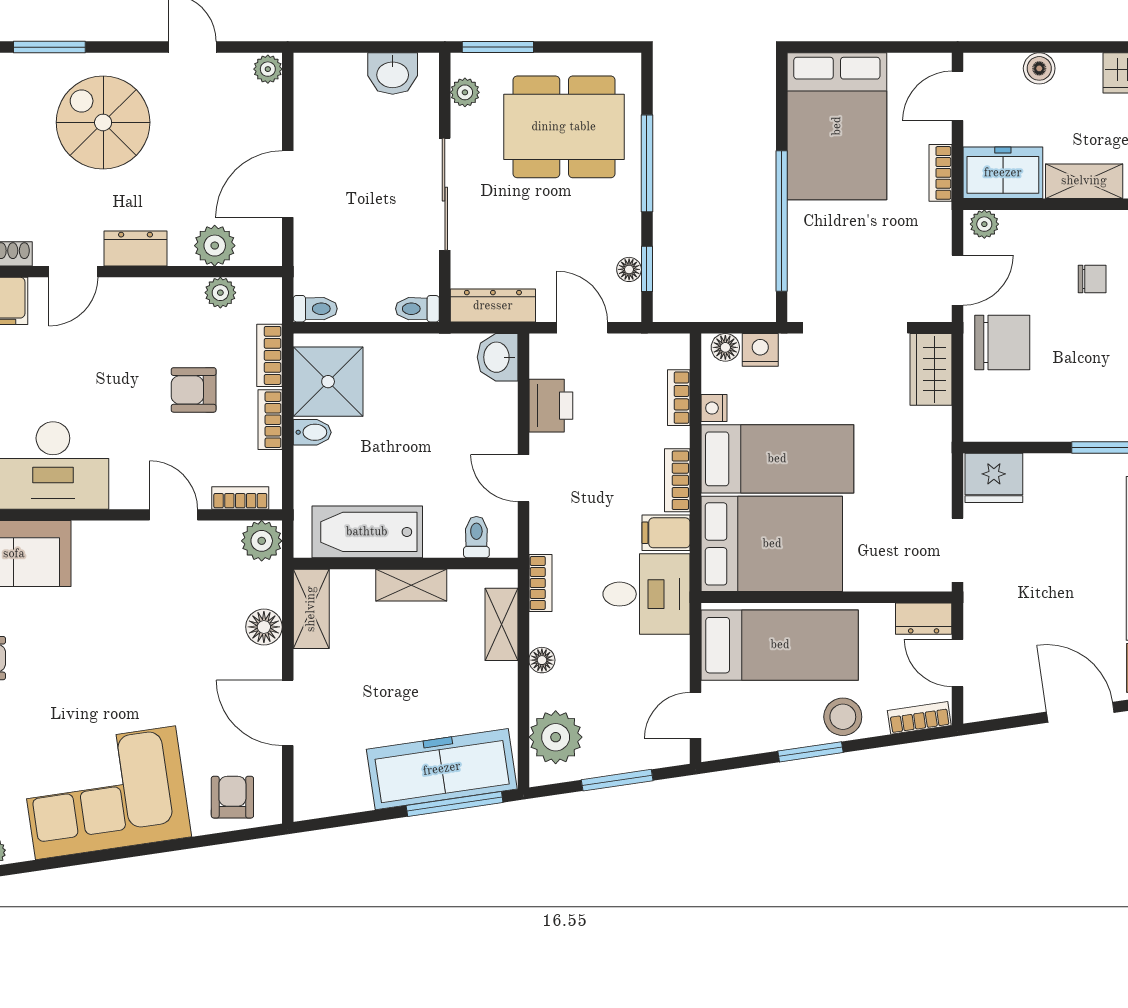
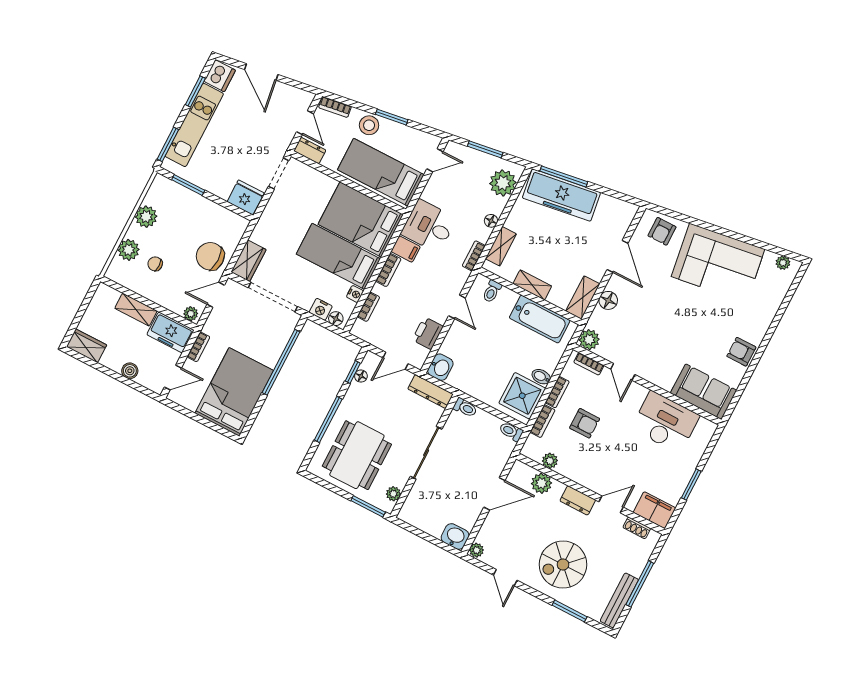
washbasin: (393, 74) -> (455, 536), moved
spiral stairs: (103, 122) -> (563, 565), turned 90
dining table: (564, 127) -> (357, 455), turned 90
door: (582, 328) -> (396, 361), hinge flipped

